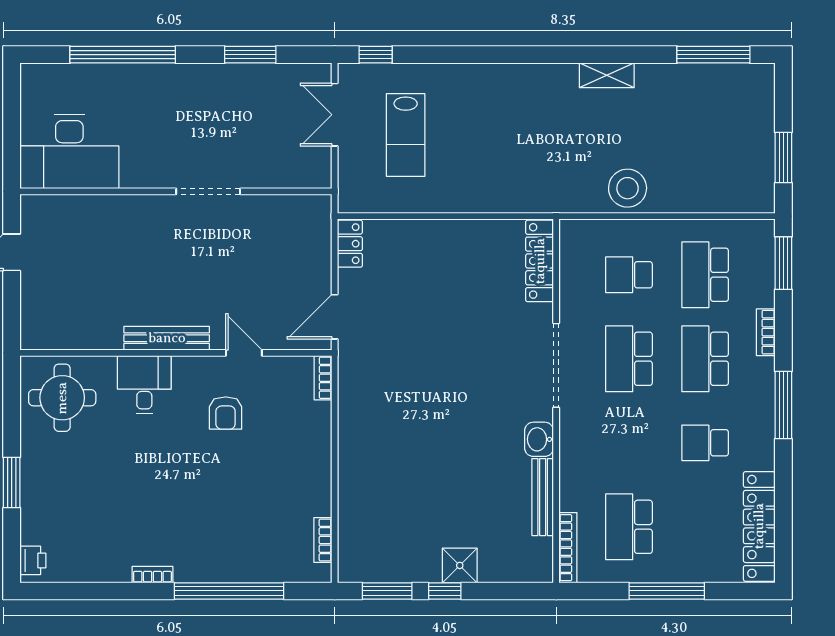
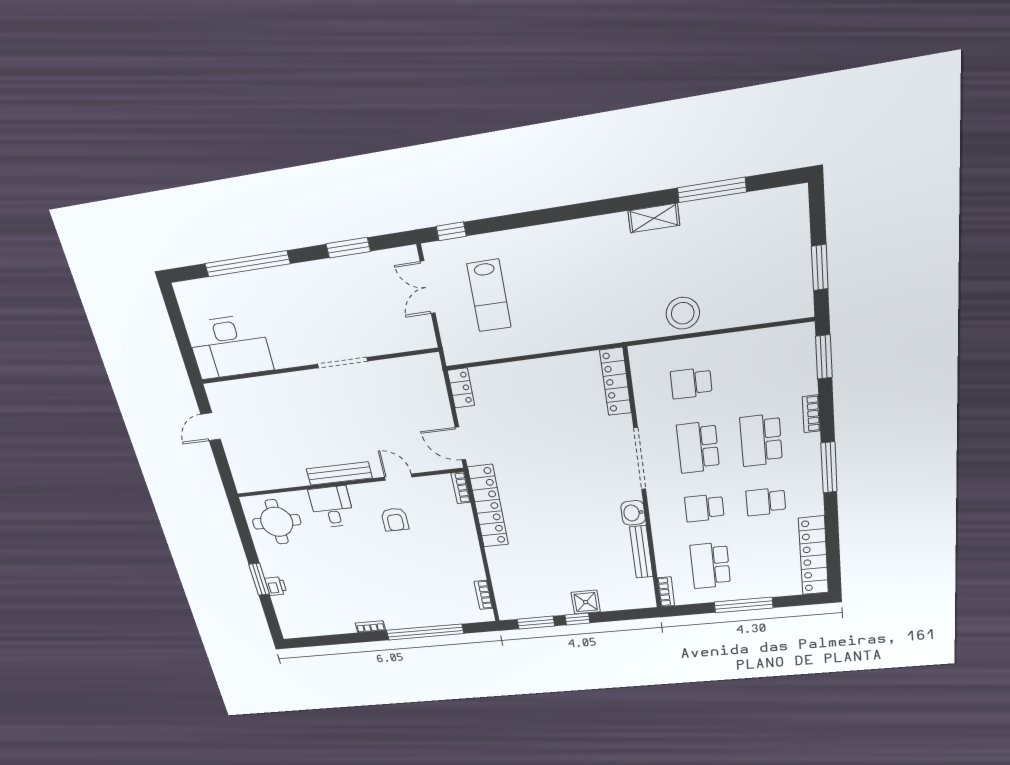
window: (713, 55) -> (712, 190), moved
school desk: (705, 275) -> (704, 508), moved, width x0.54
door: (335, 317) -> (460, 443), hinge flipped
locker: (354, 408) -> (488, 506), added
bookcase: (568, 548) -> (666, 592), width x0.64
printer: (33, 560) -> (276, 586), moved

